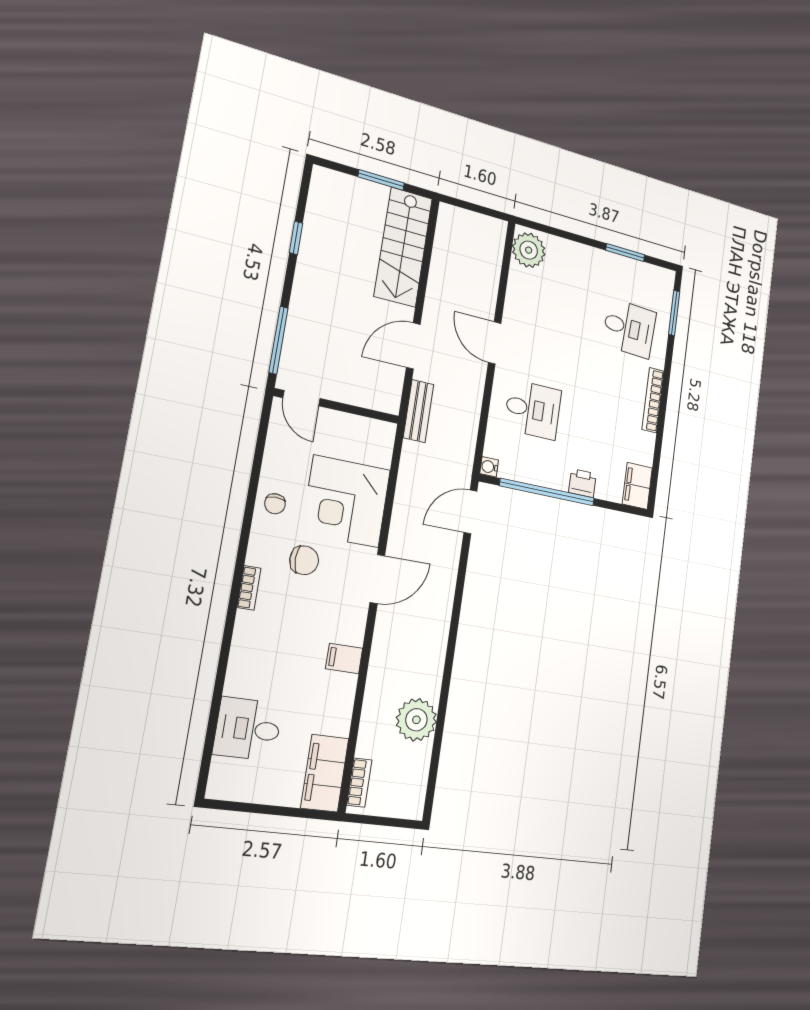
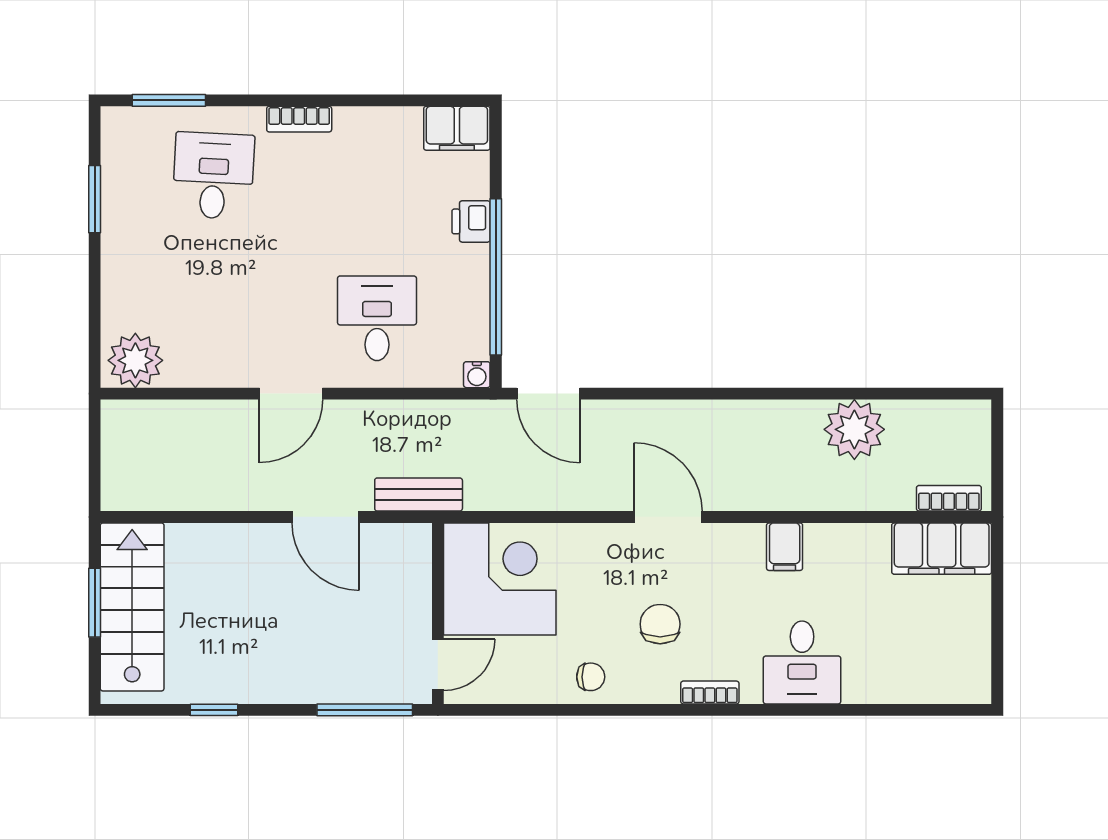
stairs: (403, 247) -> (132, 607), moved, turned -90
bookcase: (653, 400) -> (299, 119), width x0.64
corner desk: (346, 501) -> (500, 579), moved, turned -90
desk: (248, 729) -> (802, 662), moved

